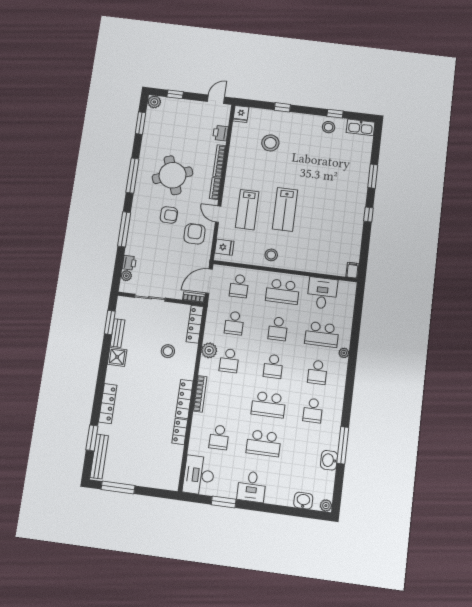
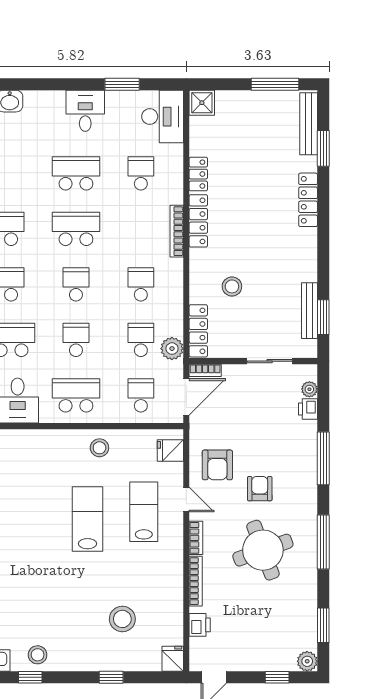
armchair: (169, 215) -> (260, 489), turned 90
bench: (118, 333) -> (309, 311), width x1.36
plant: (209, 350) -> (172, 349), moved
shower: (117, 357) -> (202, 103), moved

